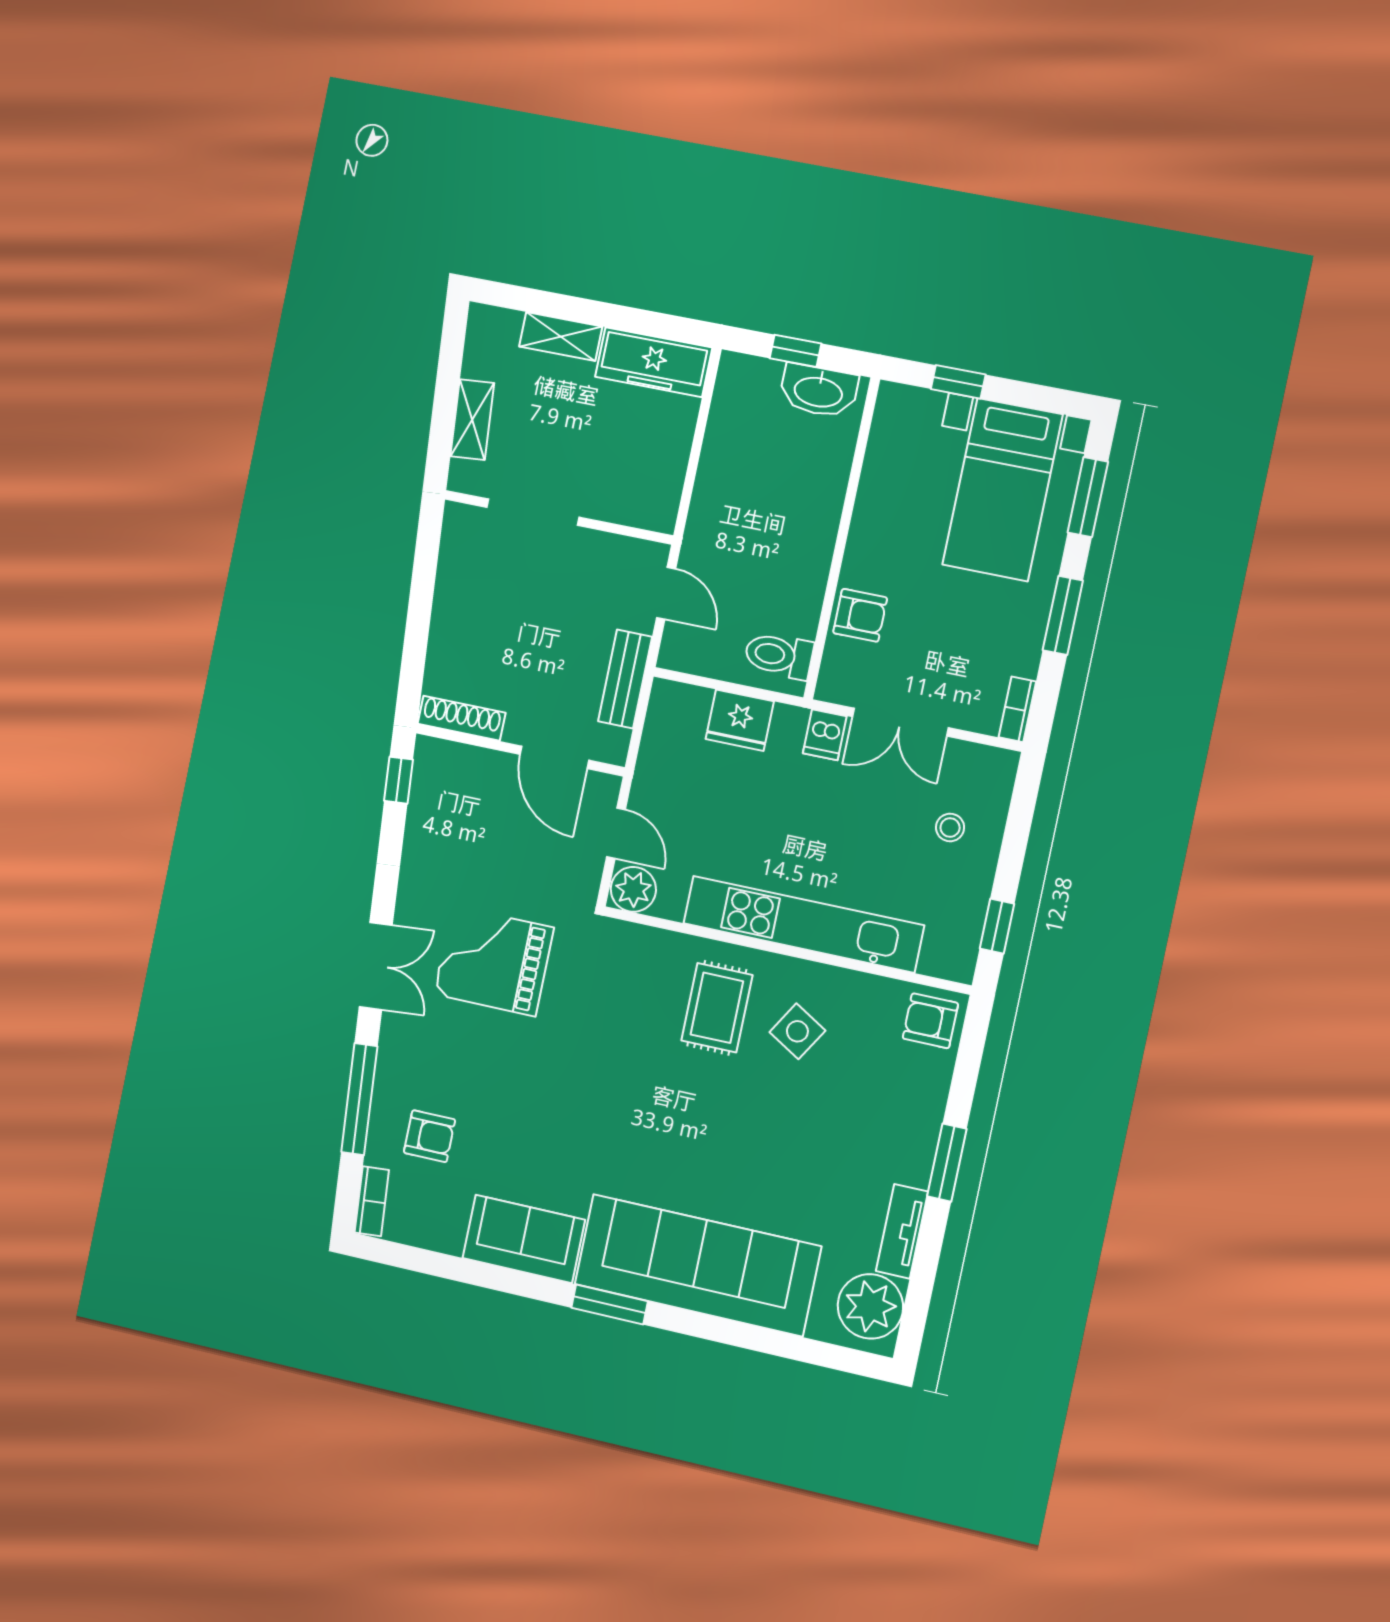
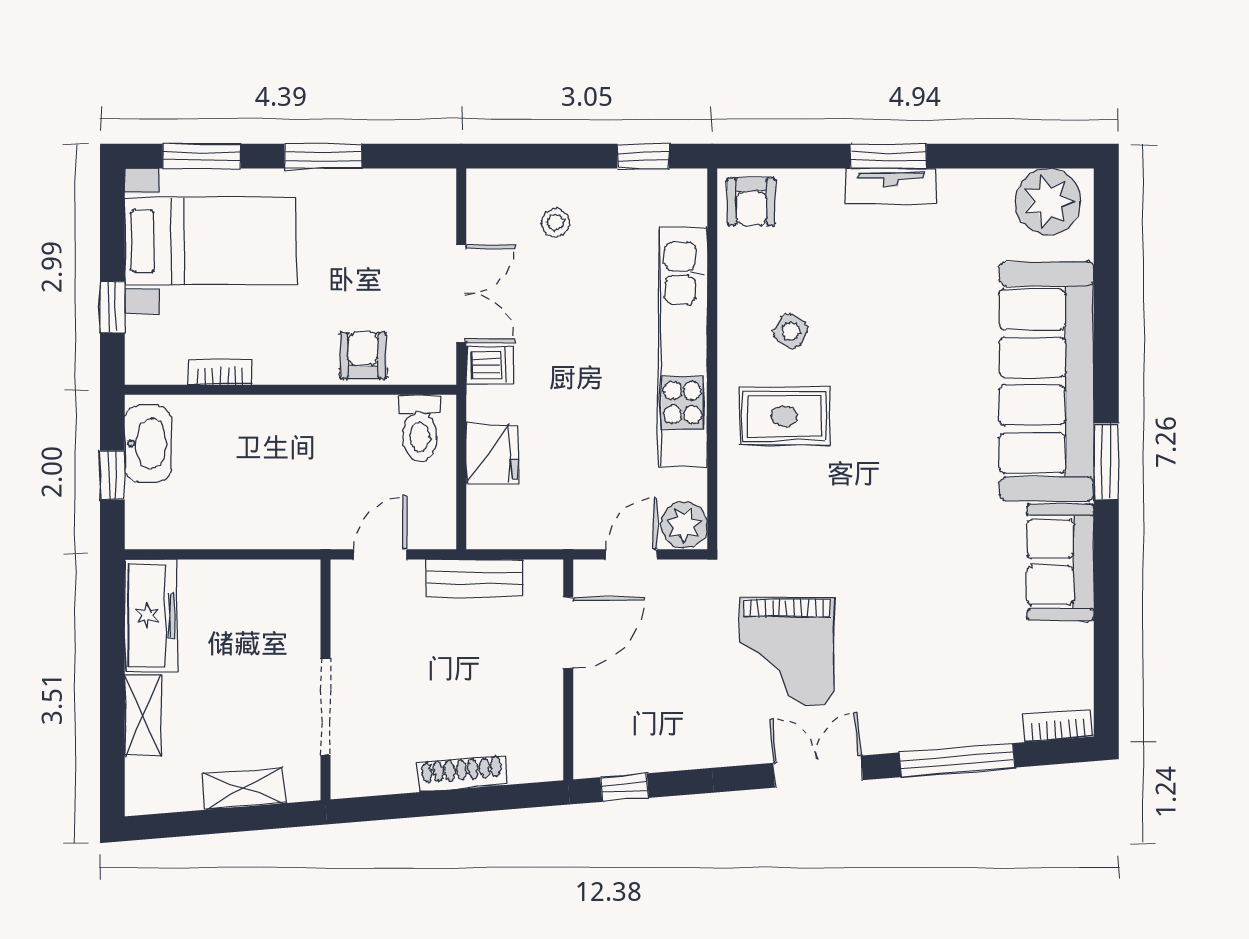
bookcase: (1017, 709) -> (220, 372), moved, turned 180
shoe rack: (462, 718) -> (462, 774), moved, turned 85
side table: (797, 1031) -> (791, 331), width x0.73, depth x0.73
armchair: (429, 1136) -> (978, 680), removed
tv unit: (902, 1231) -> (891, 186), moved

